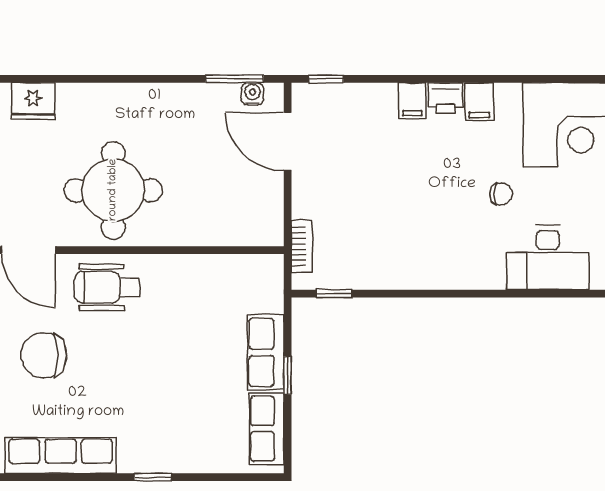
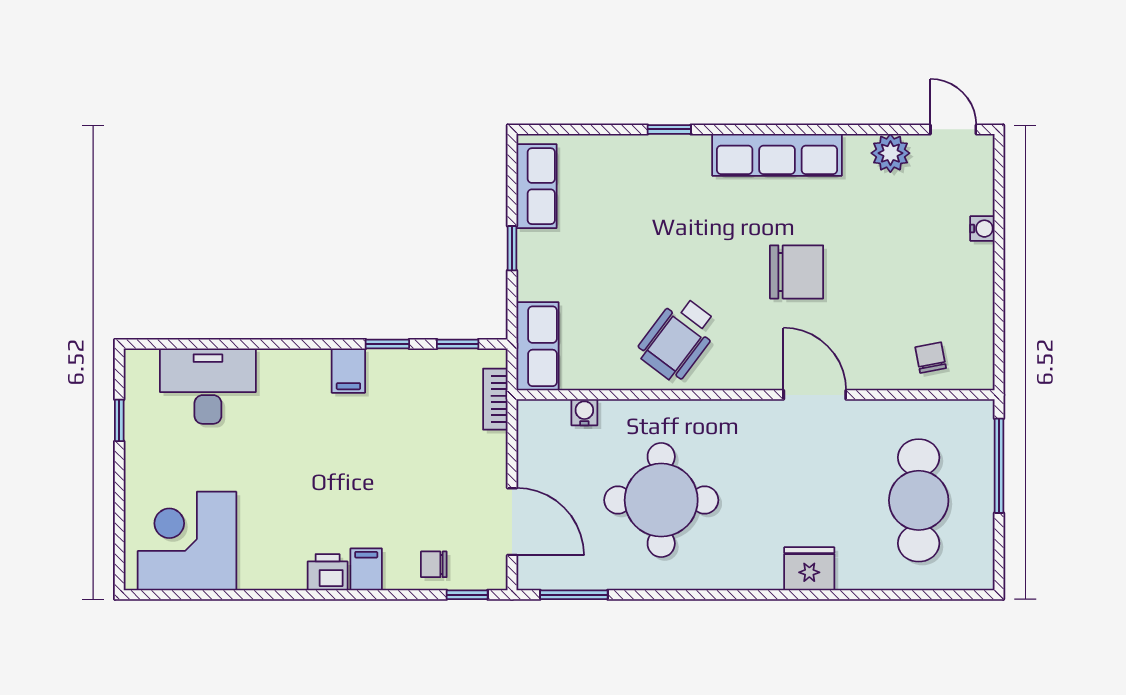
water cooler: (252, 94) -> (584, 412), moved, turned 180
filing cabinet: (479, 102) -> (348, 371), moved, turned 180
round table: (113, 190) -> (661, 500), moved
chair: (501, 194) -> (434, 564), moved
wheelchair: (107, 287) -> (678, 339), moved, turned 127
window: (394, 294) -> (387, 344), added
row of seats: (266, 352) -> (537, 346), moved

